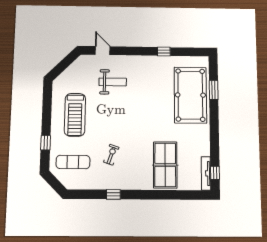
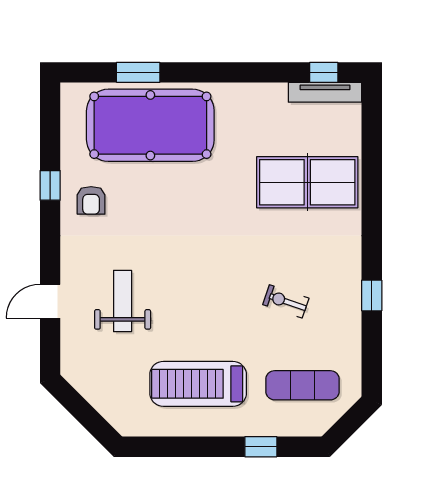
door: (103, 51) -> (50, 301), moved
armchair: (157, 69) -> (91, 200), added
treadmill: (75, 115) -> (198, 384), turned 180
exercise mat: (73, 162) -> (302, 385), turned 90

